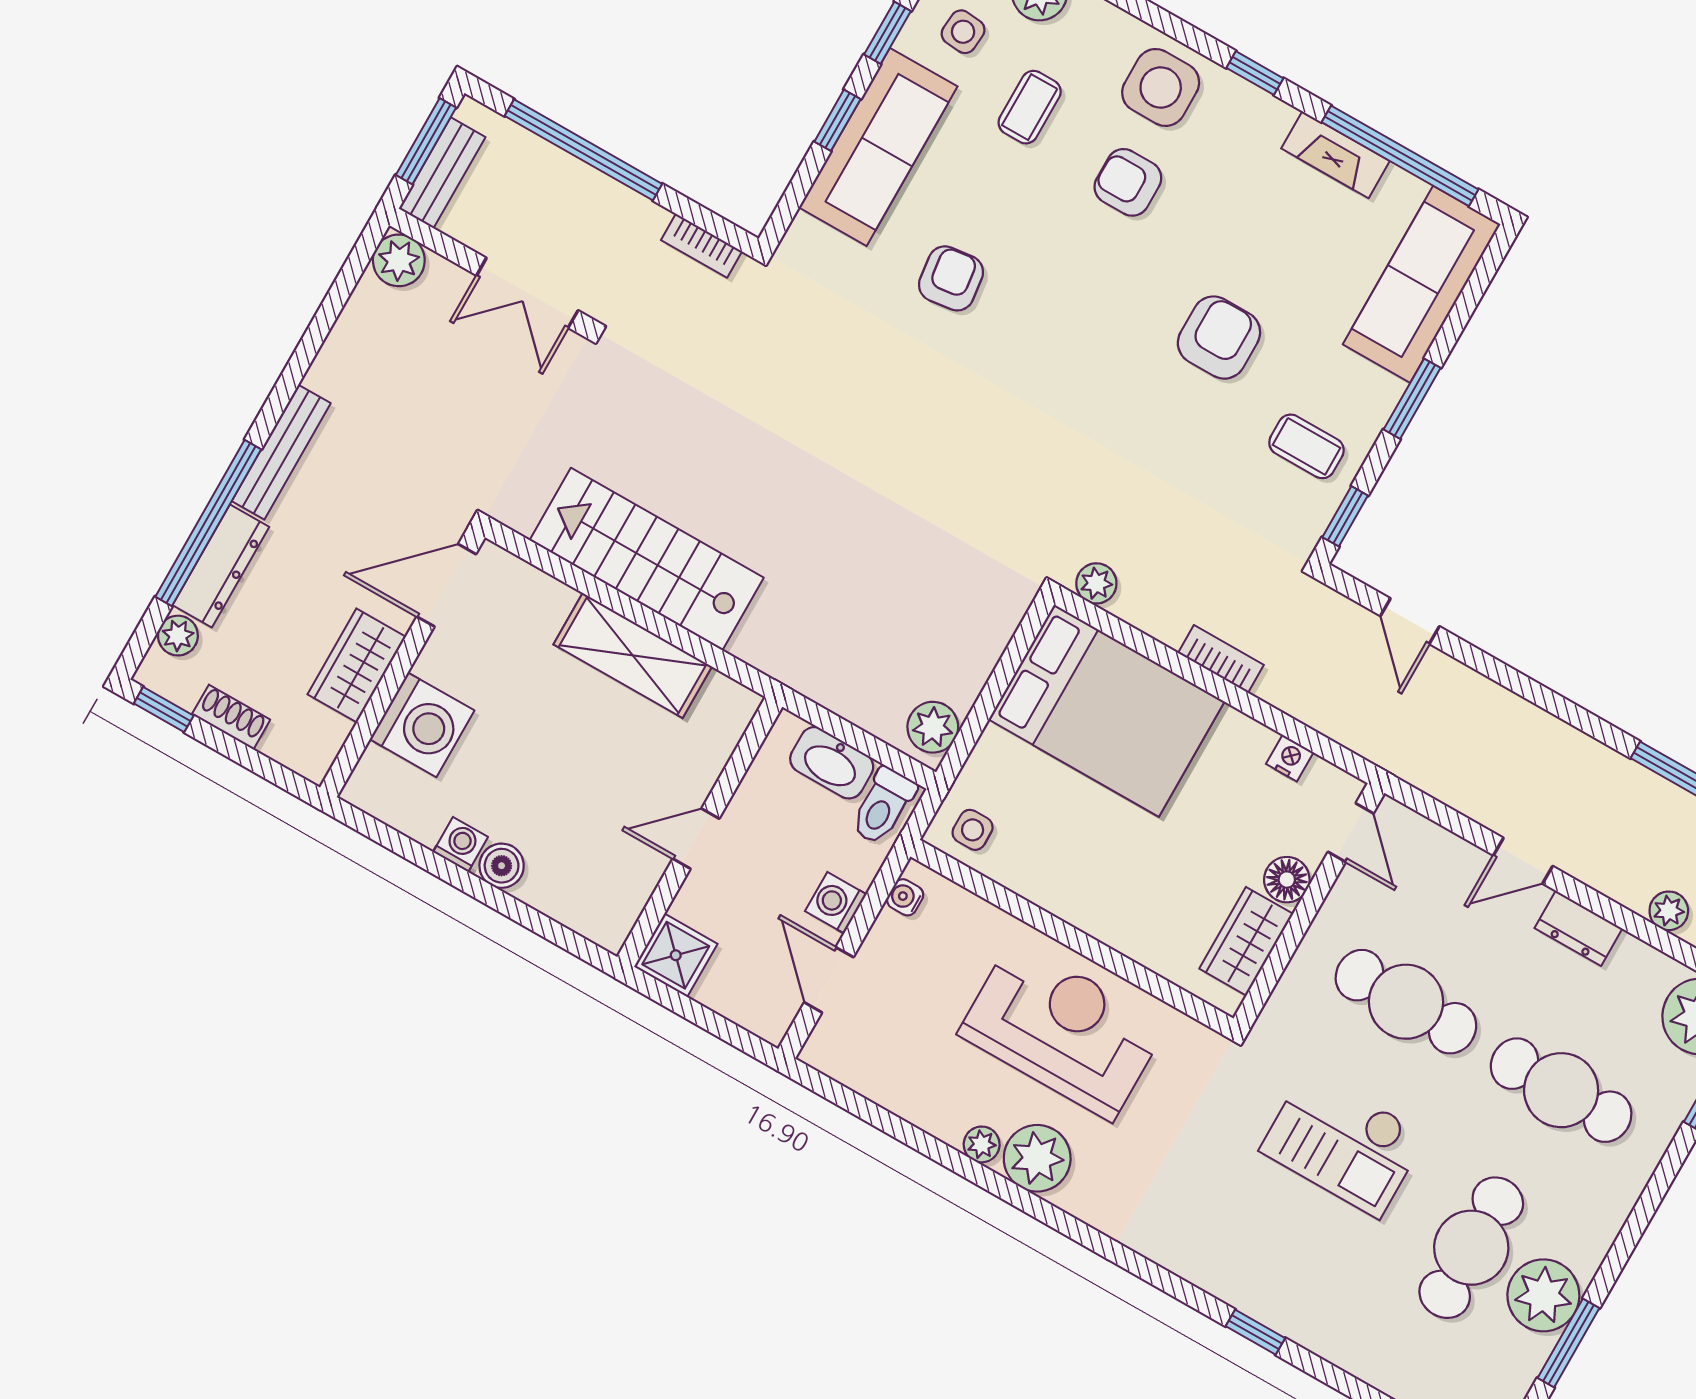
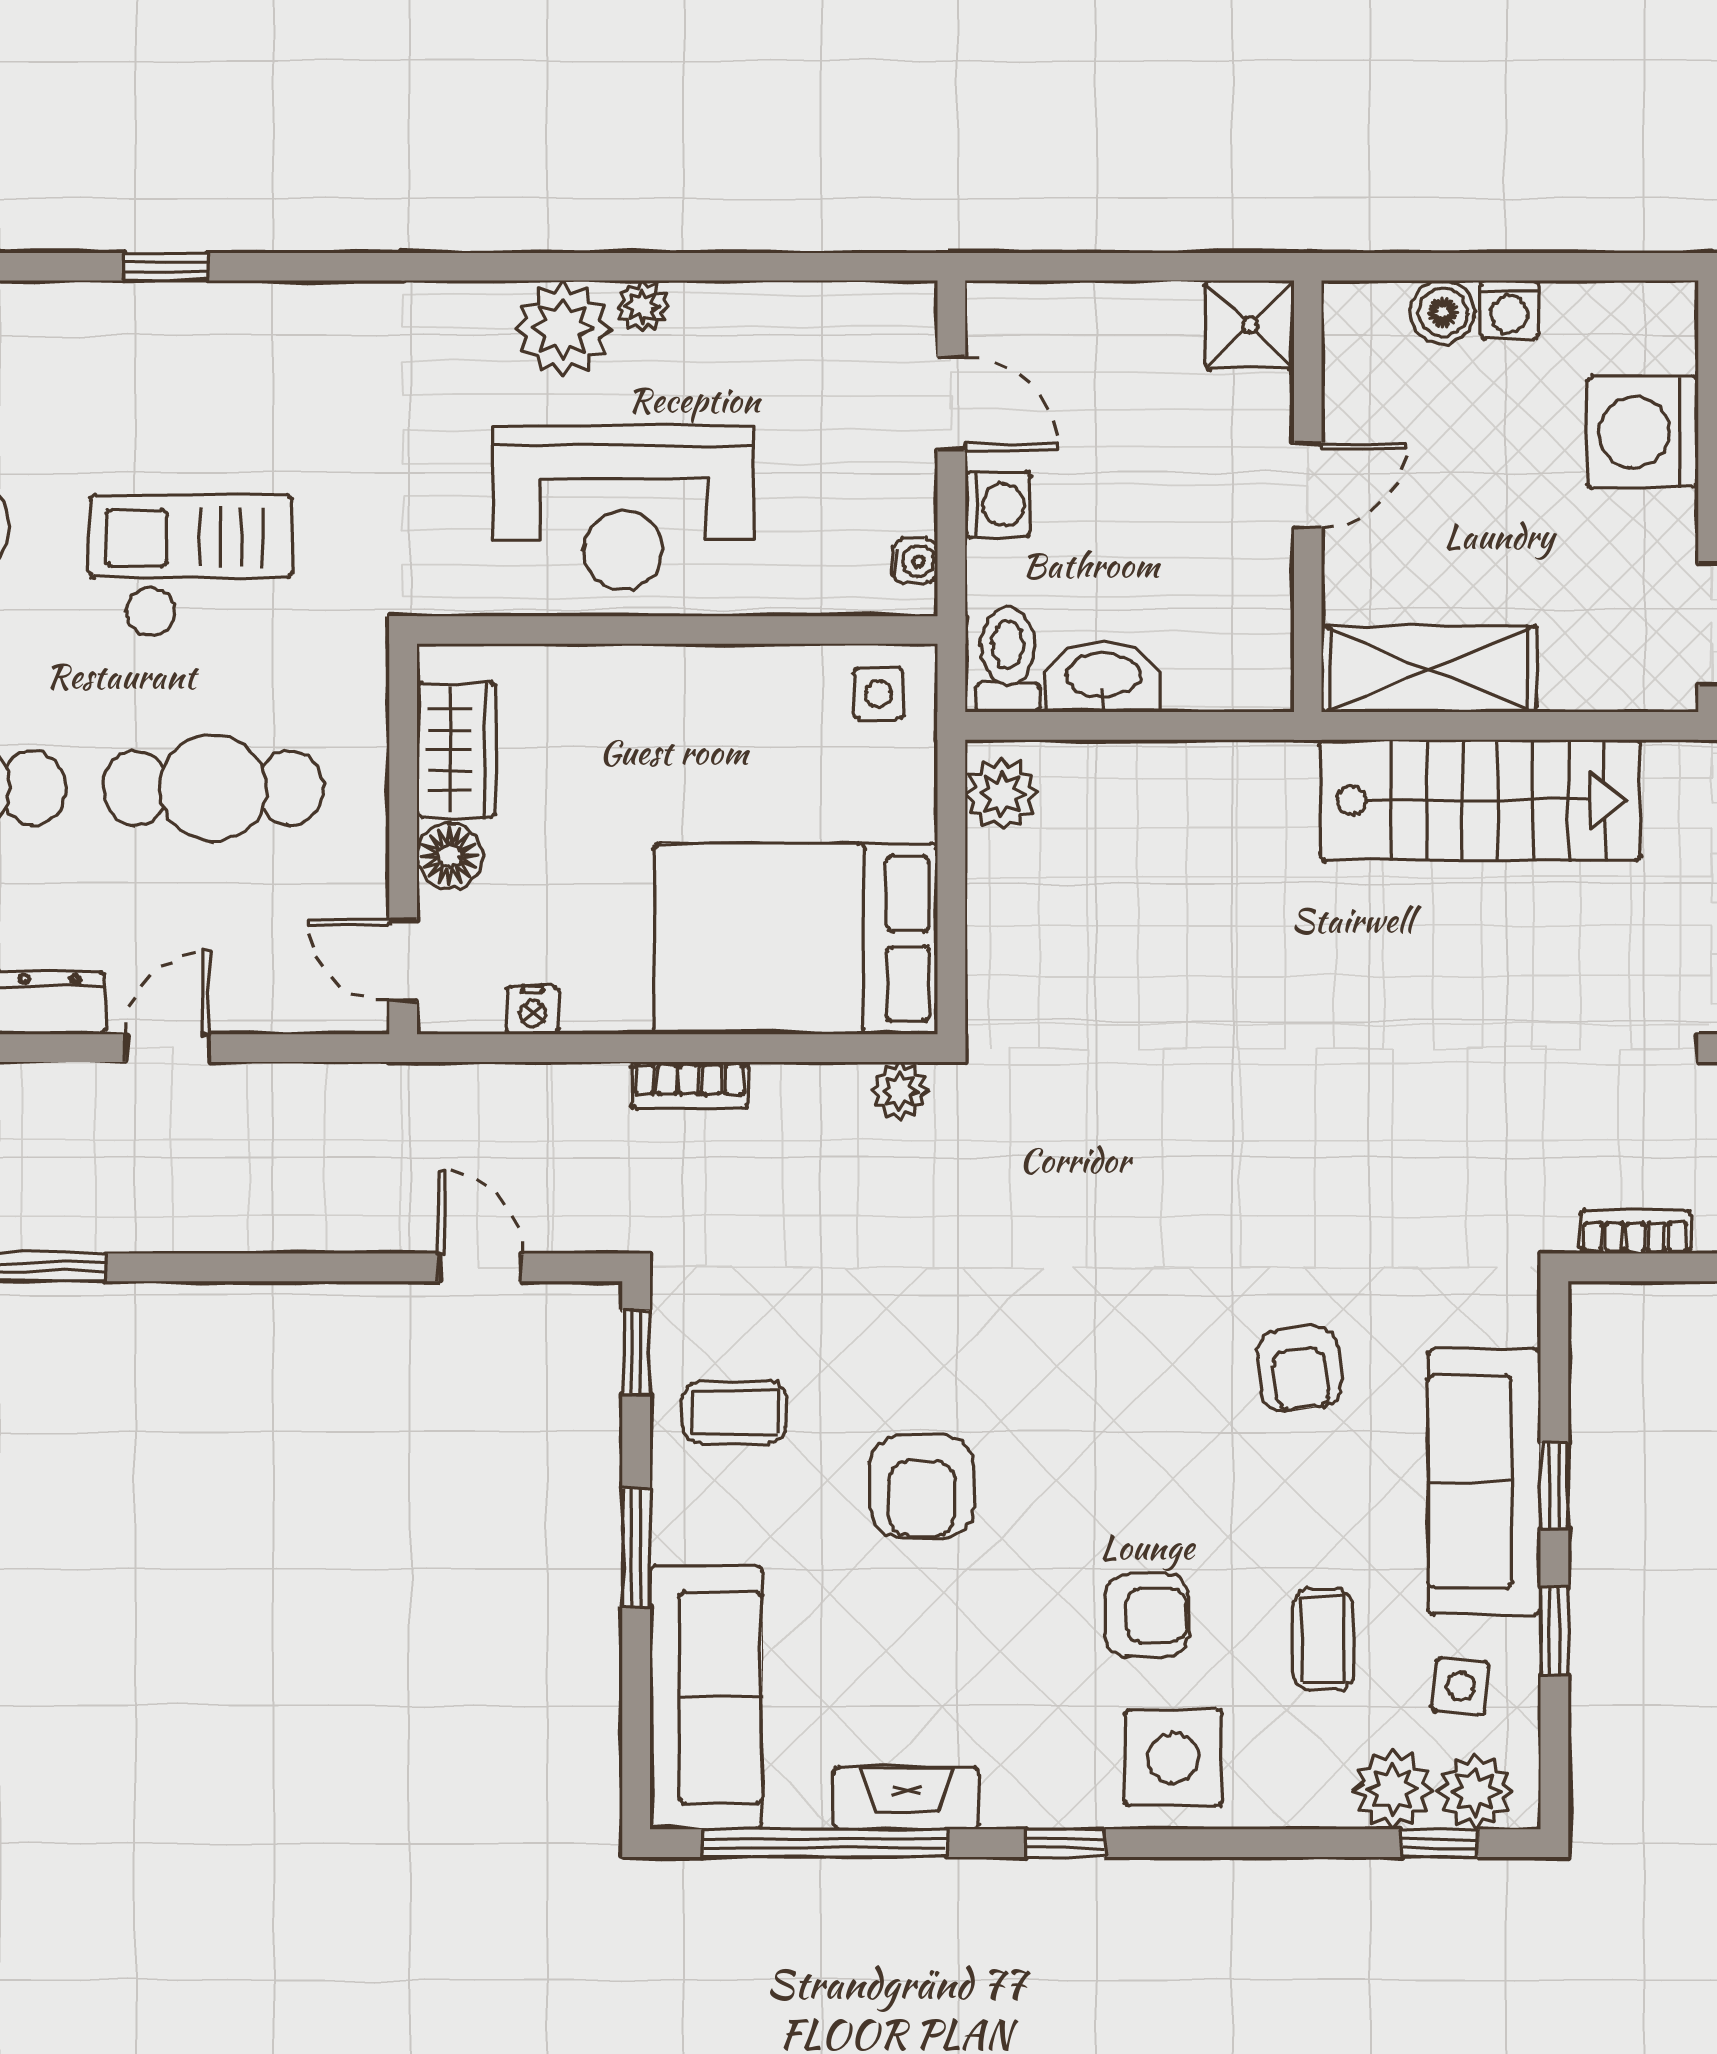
wall: (700, 832) -> (1308, 496), moved
door: (696, 839) -> (1308, 485), moved
shower: (676, 955) -> (1250, 325), moved

